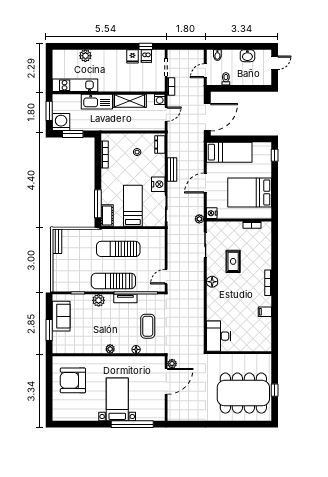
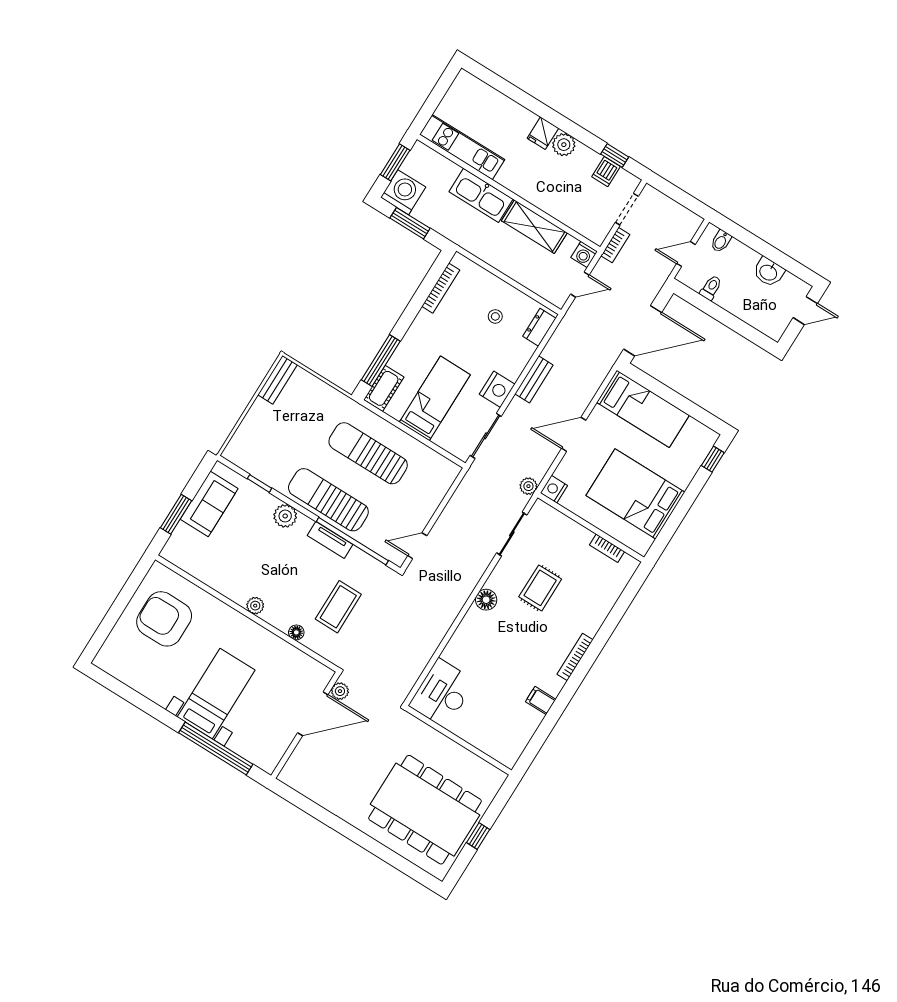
plant: (85, 56) -> (564, 145), moved
fridge: (132, 56) -> (543, 133), moved

